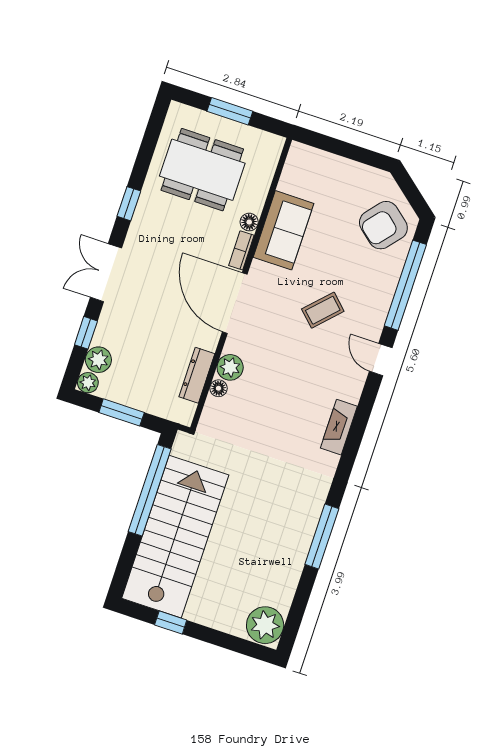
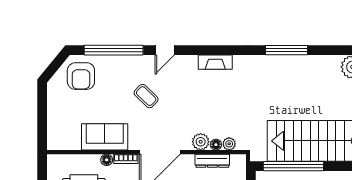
armchair: (383, 225) -> (81, 76), turned 50
plant: (213, 408) -> (229, 144), added

